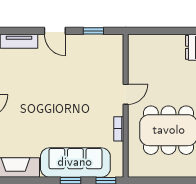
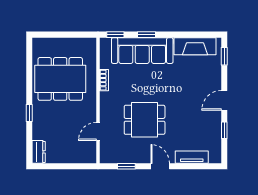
dining table: (73, 84) -> (145, 120), added
door: (126, 94) -> (98, 131), moved

